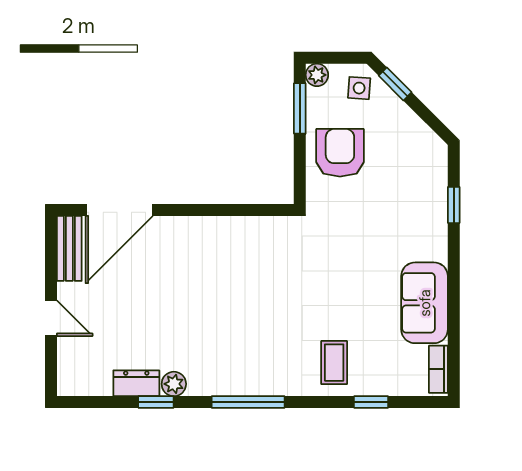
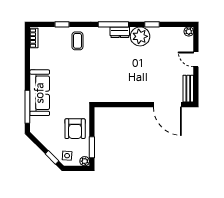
window: (454, 205) -> (27, 107), width x2.17
door: (119, 210) -> (167, 105), swing flipped
sofa: (425, 303) -> (40, 93), moved, width x1.36
dresser: (136, 383) -> (120, 32), moved
plant: (174, 384) -> (140, 36), width x1.88, depth x1.88
plant: (68, 385) -> (189, 32), added

